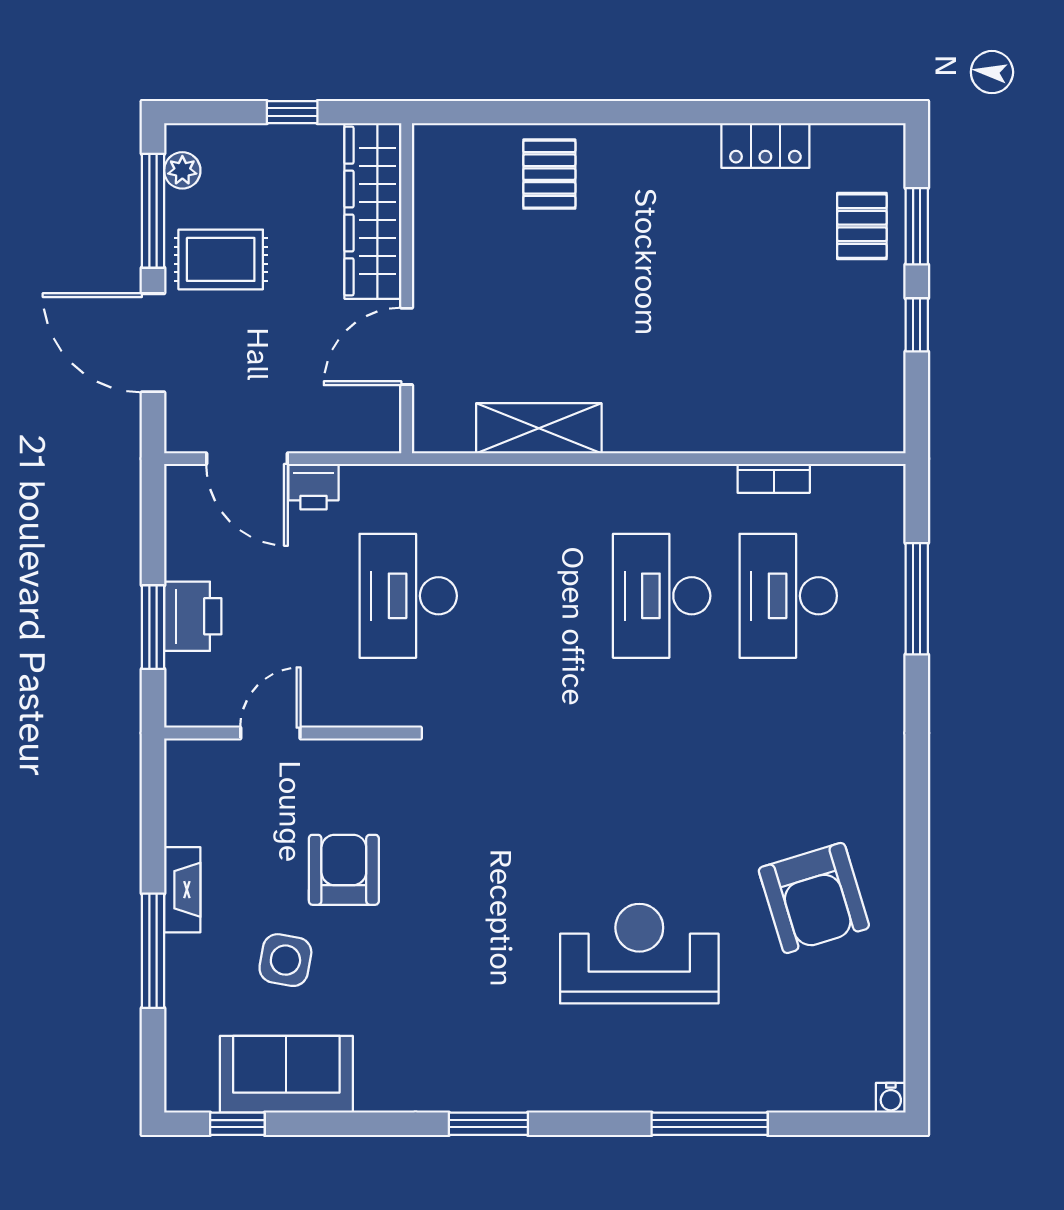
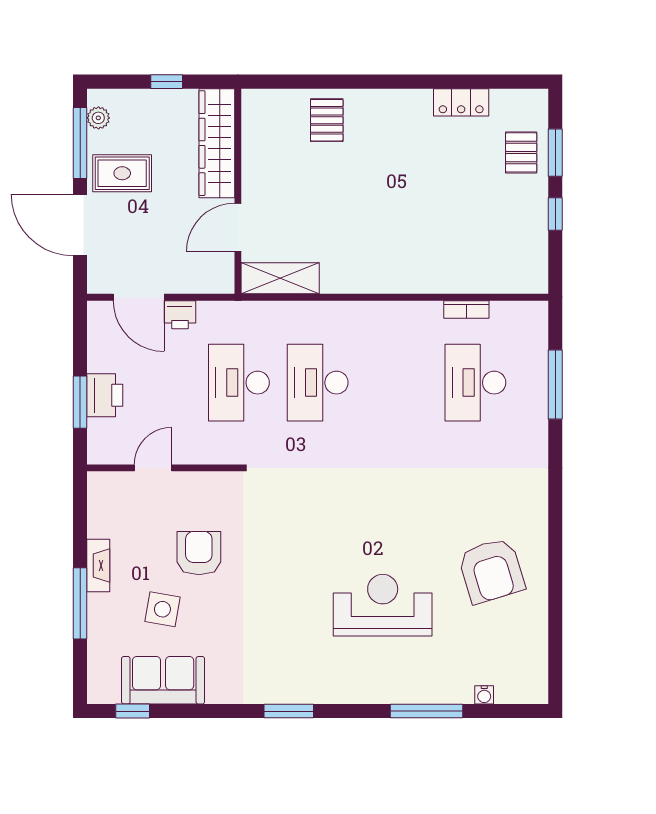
shelving: (539, 428) -> (280, 278), moved
desk: (662, 596) -> (318, 383), moved
water cooler: (891, 1098) -> (484, 695), moved

